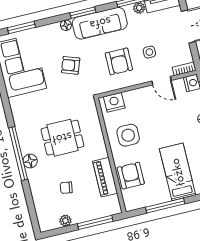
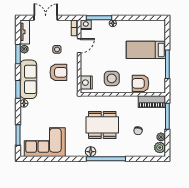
armchair: (71, 65) -> (53, 107), removed
dining table: (62, 138) -> (102, 125), width x1.38
floor lamp: (30, 161) -> (91, 152), moved
piano: (105, 177) -> (152, 102), moved
plant: (51, 222) -> (160, 148), added

